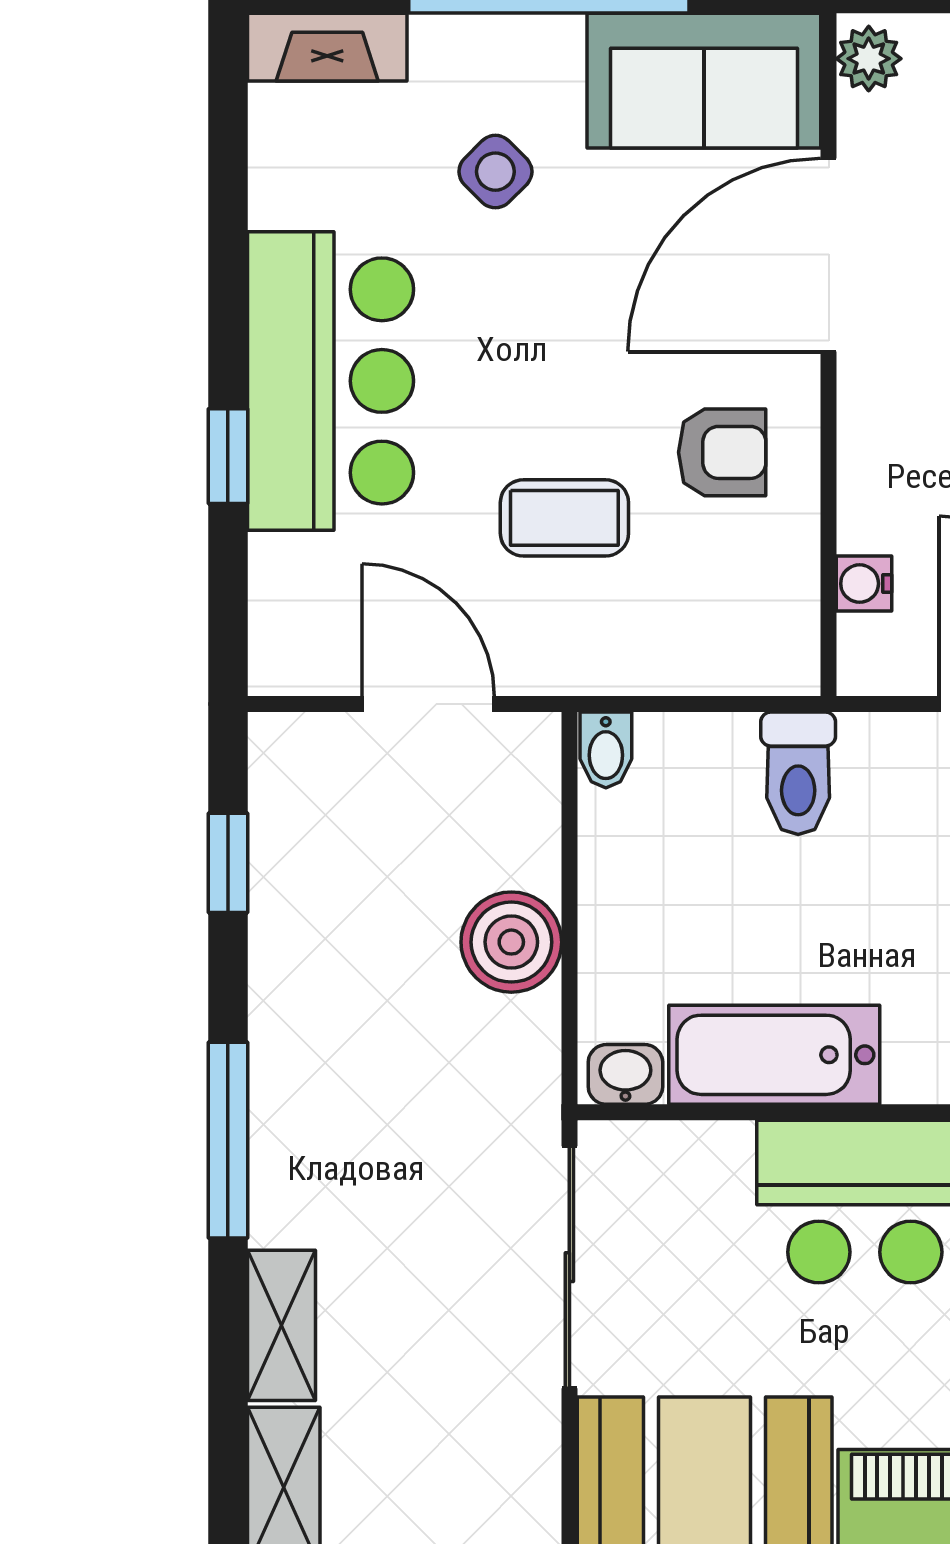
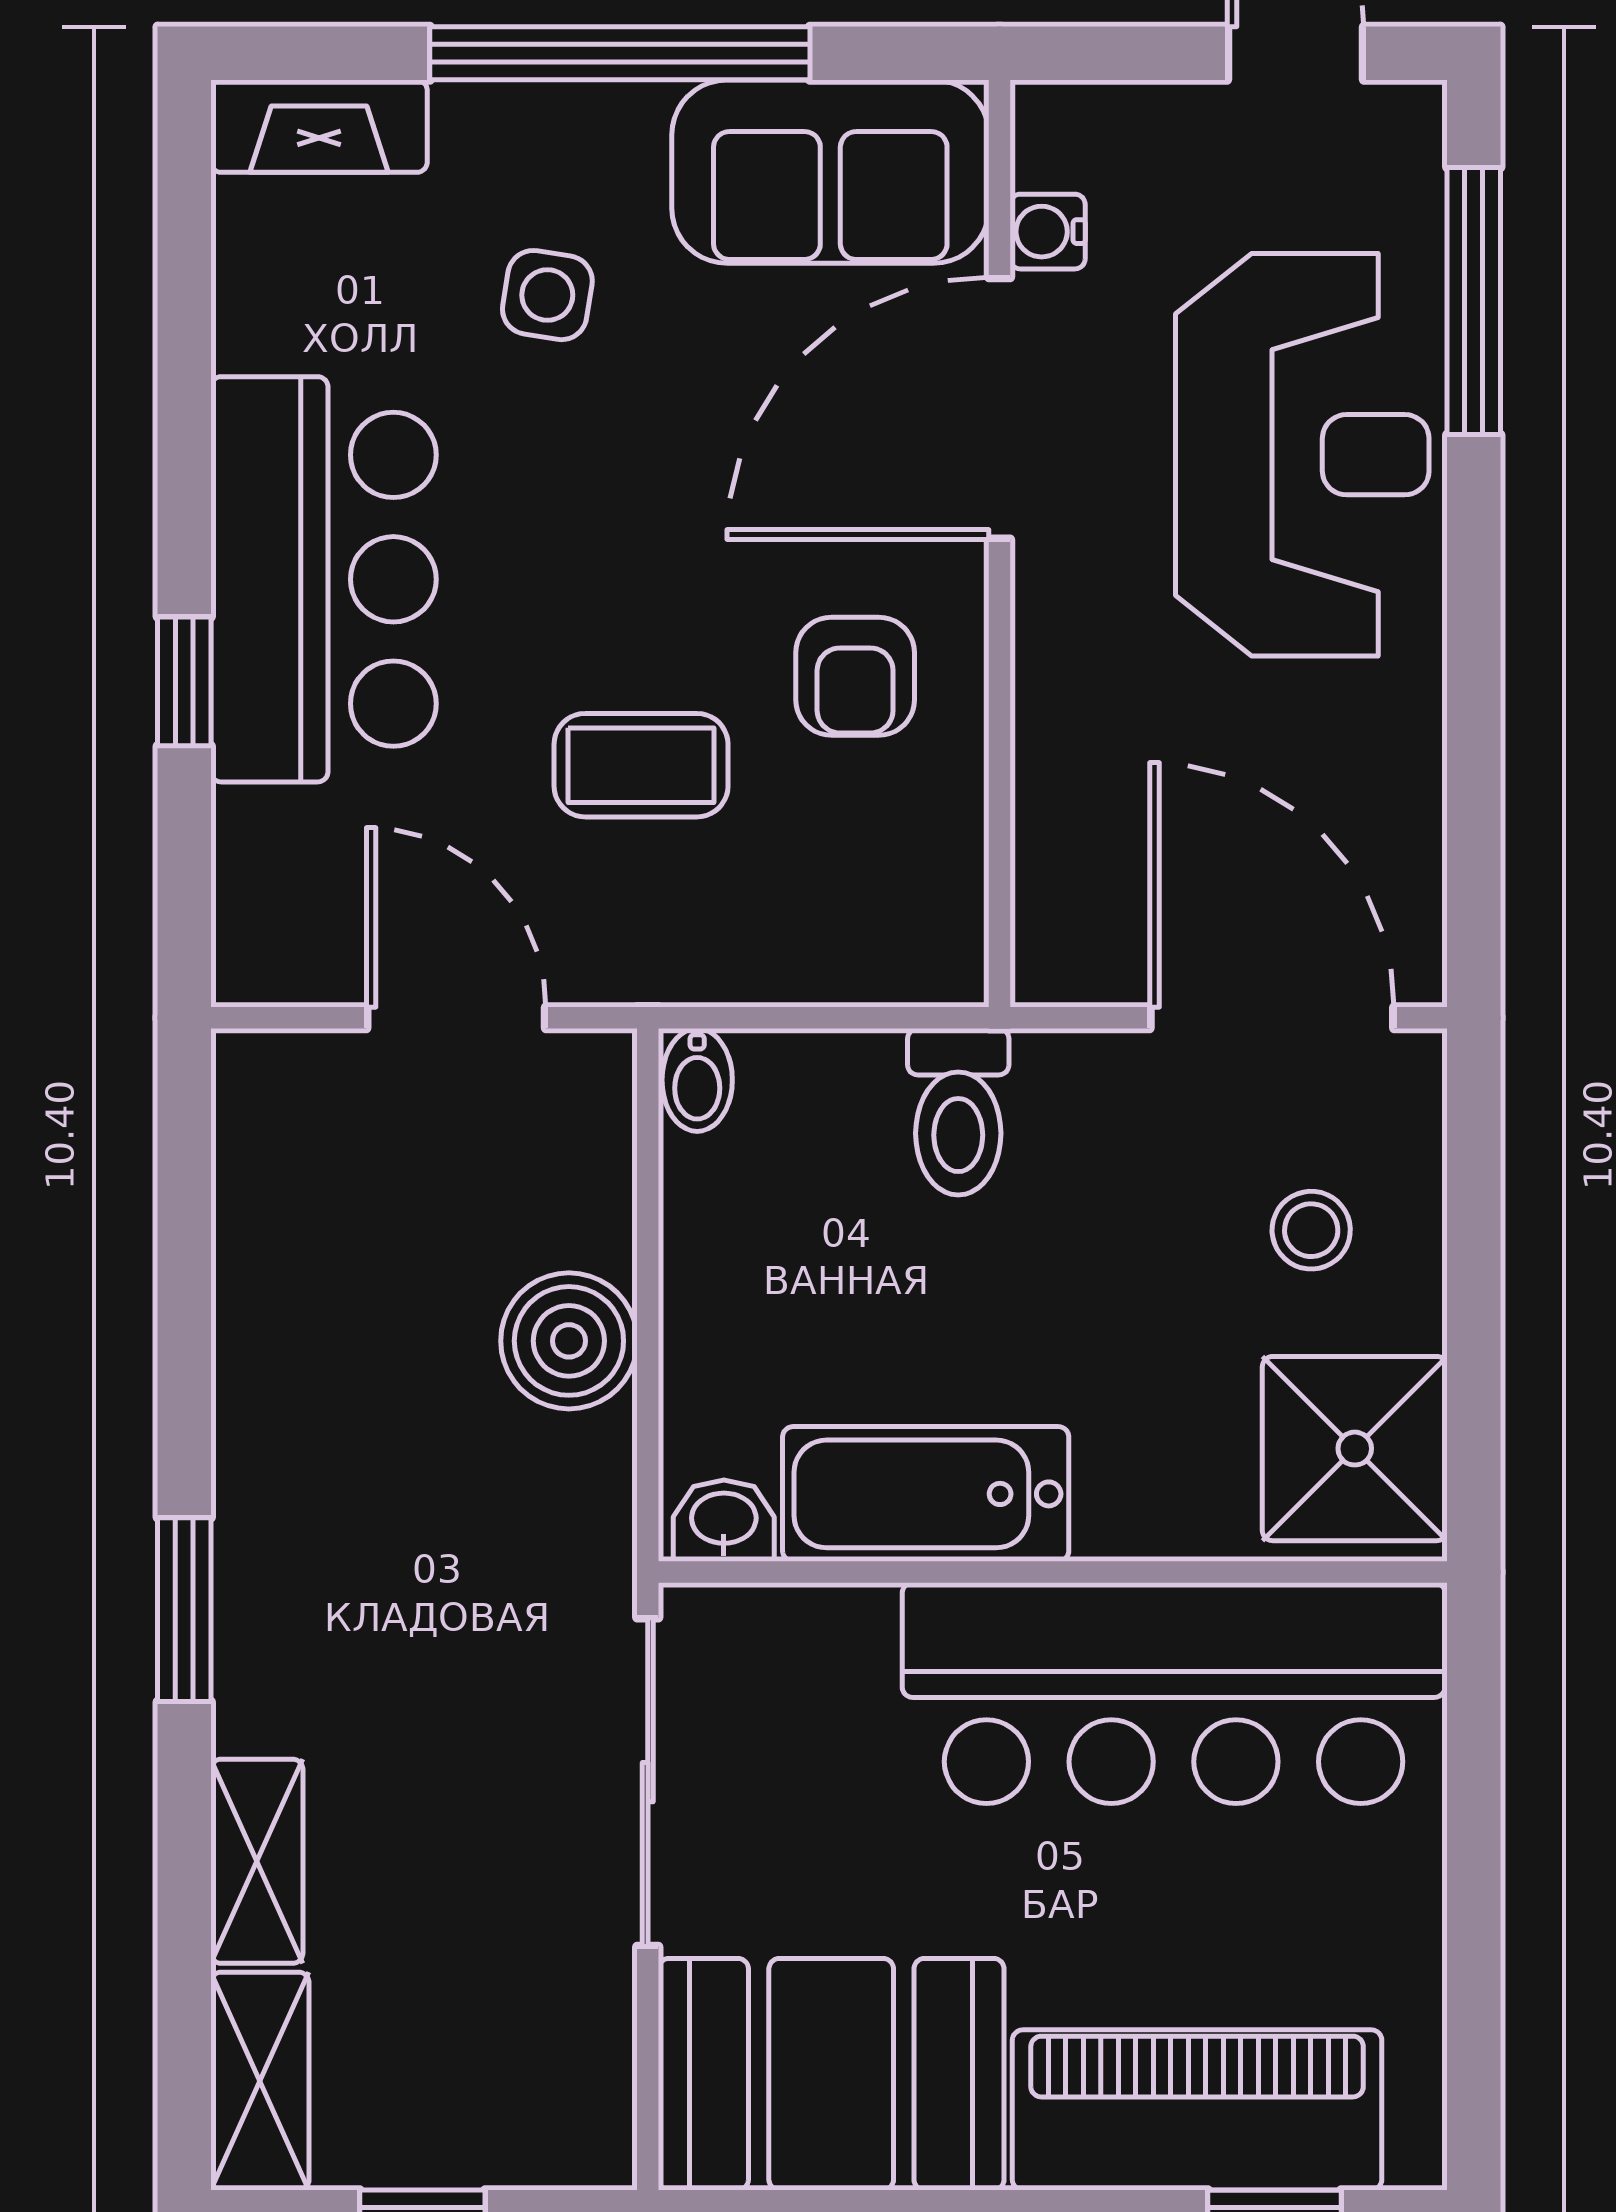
plant: (869, 59) -> (1054, 142), removed
side table: (495, 172) -> (547, 295), turned -36
armchair: (722, 452) -> (855, 676), turned 90
water cooler: (864, 584) -> (1048, 232), moved
window: (228, 863) -> (184, 1233), removed
window: (228, 1140) -> (184, 1610), width x0.69

